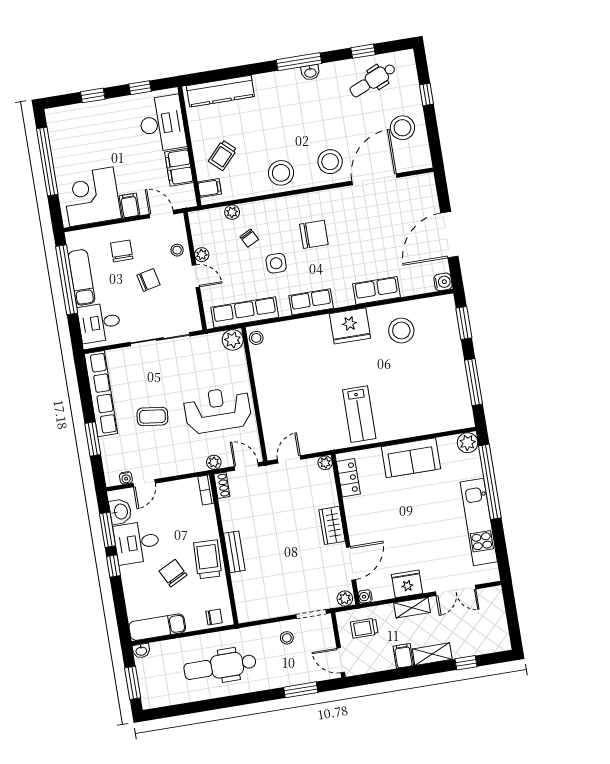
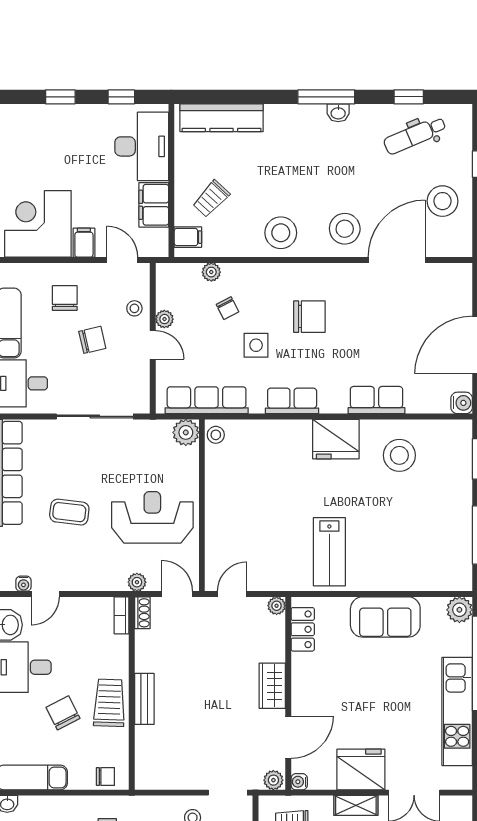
fridge: (407, 584) -> (361, 769), width x1.36, depth x1.34

